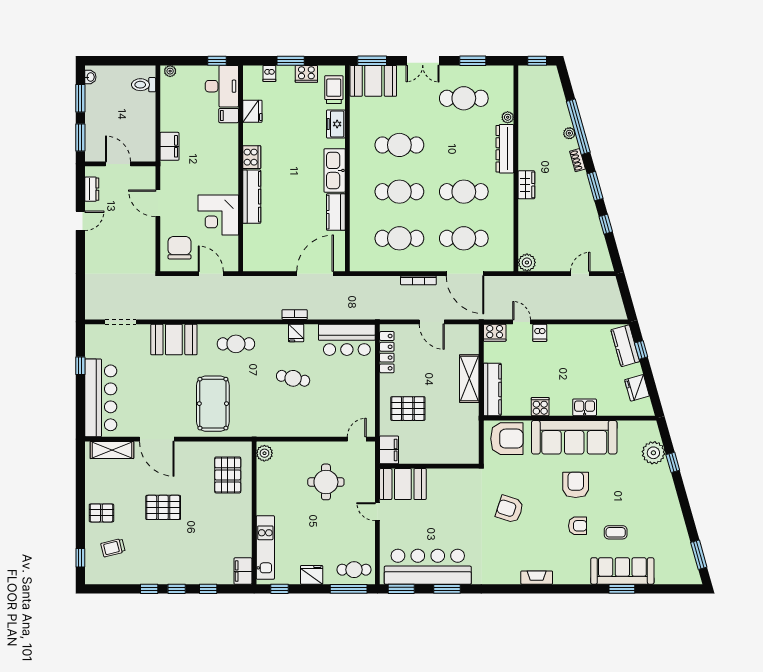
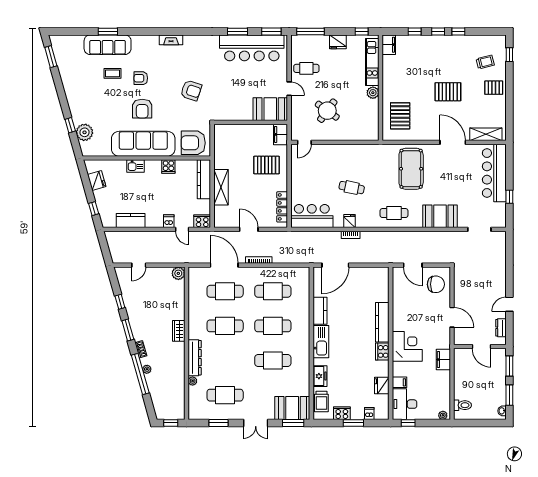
double door: (423, 61) -> (256, 423), swing flipped
corner desk: (218, 215) -> (407, 346), moved
chair: (179, 248) -> (436, 284), turned -90
kitchen counter: (625, 346) -> (131, 221), moved, turned -74
plant: (264, 453) -> (373, 93), moved
round table: (326, 482) -> (327, 111), turned 36
cafe table: (354, 570) -> (306, 68), moved

